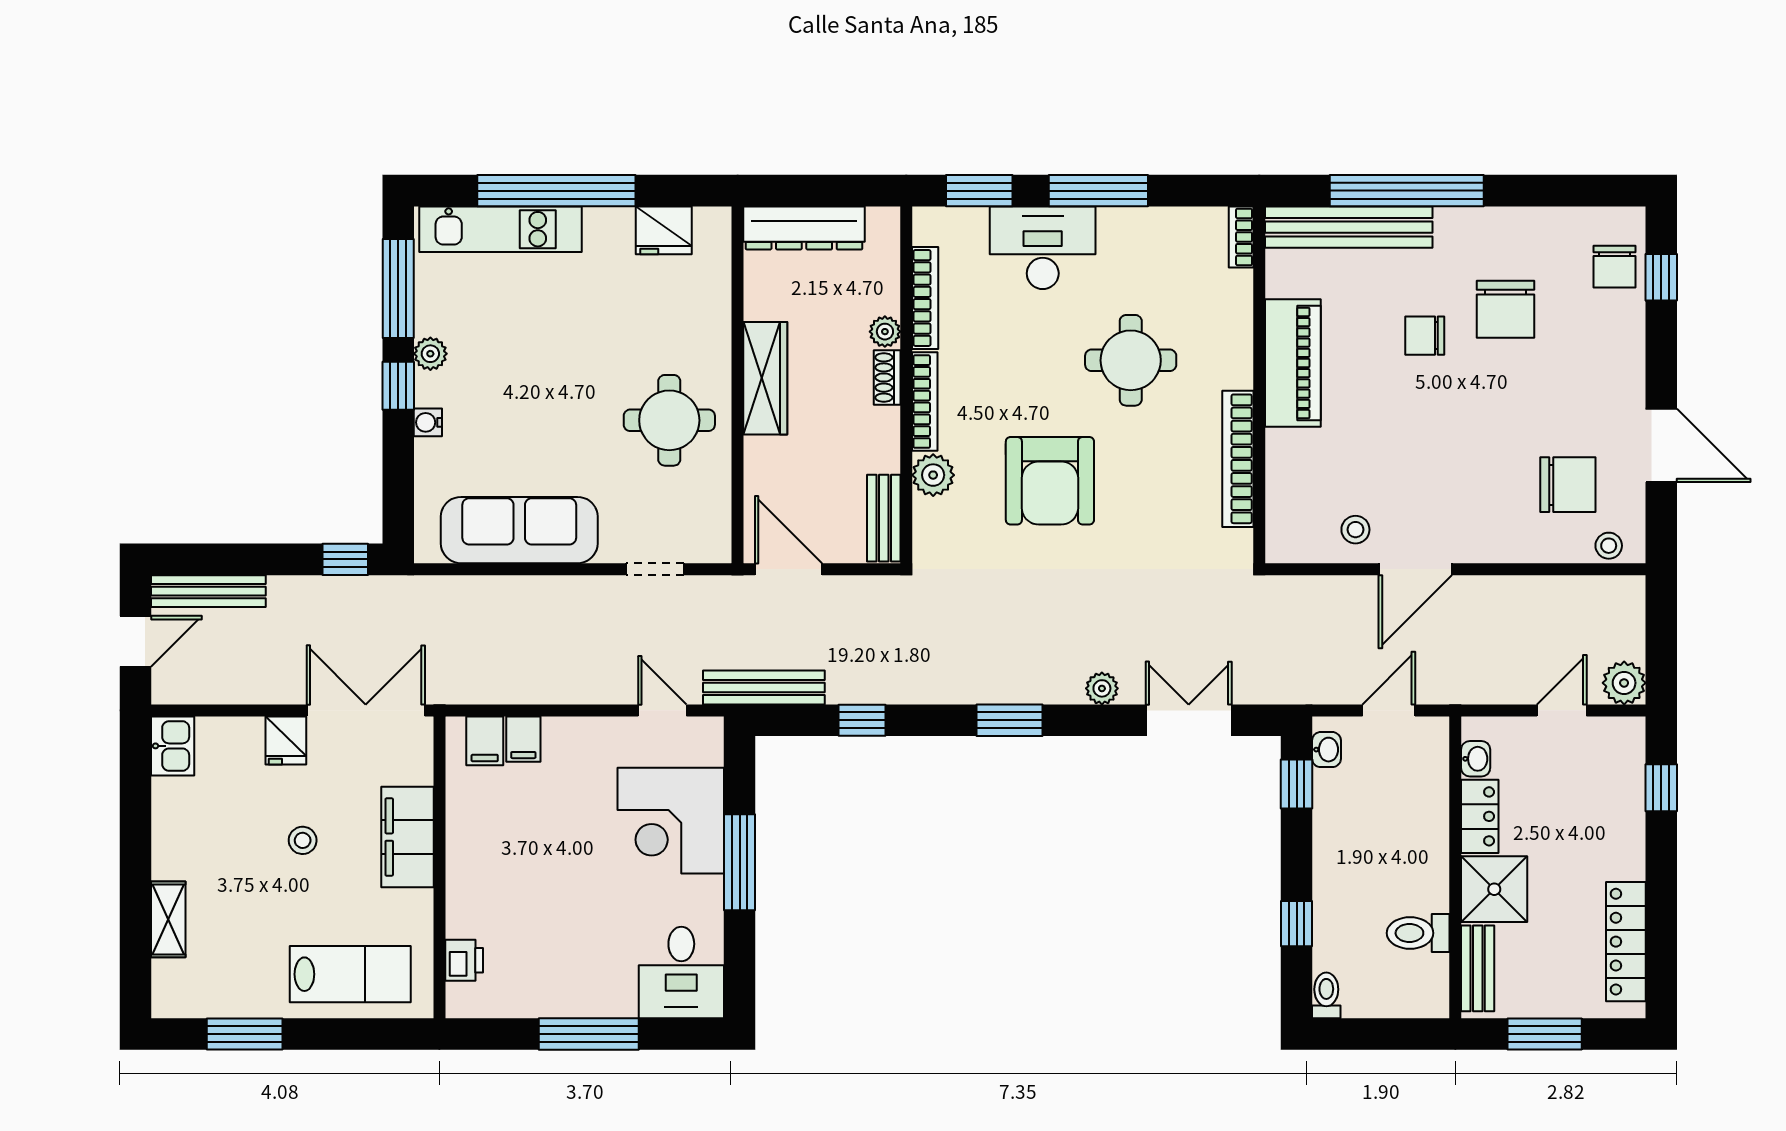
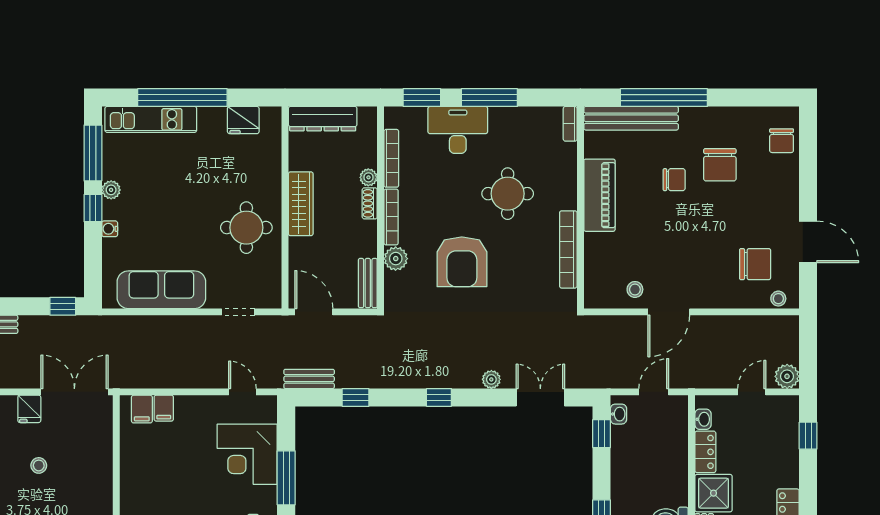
window: (1661, 277) -> (808, 147), removed
chair: (1425, 336) -> (674, 180), turned 180
bench: (764, 687) -> (309, 379), width x0.73
window: (1009, 720) -> (439, 397), width x0.67
filing cabinet: (407, 837) -> (98, 464), removed

